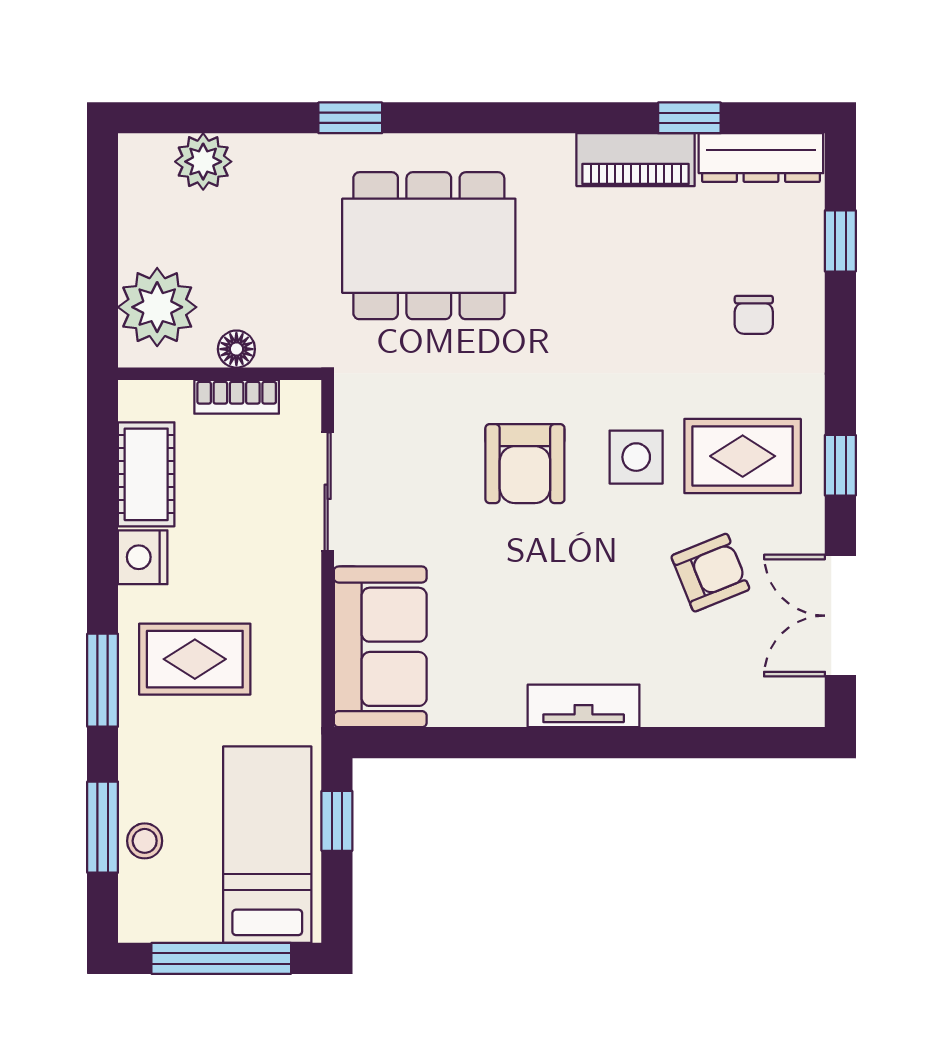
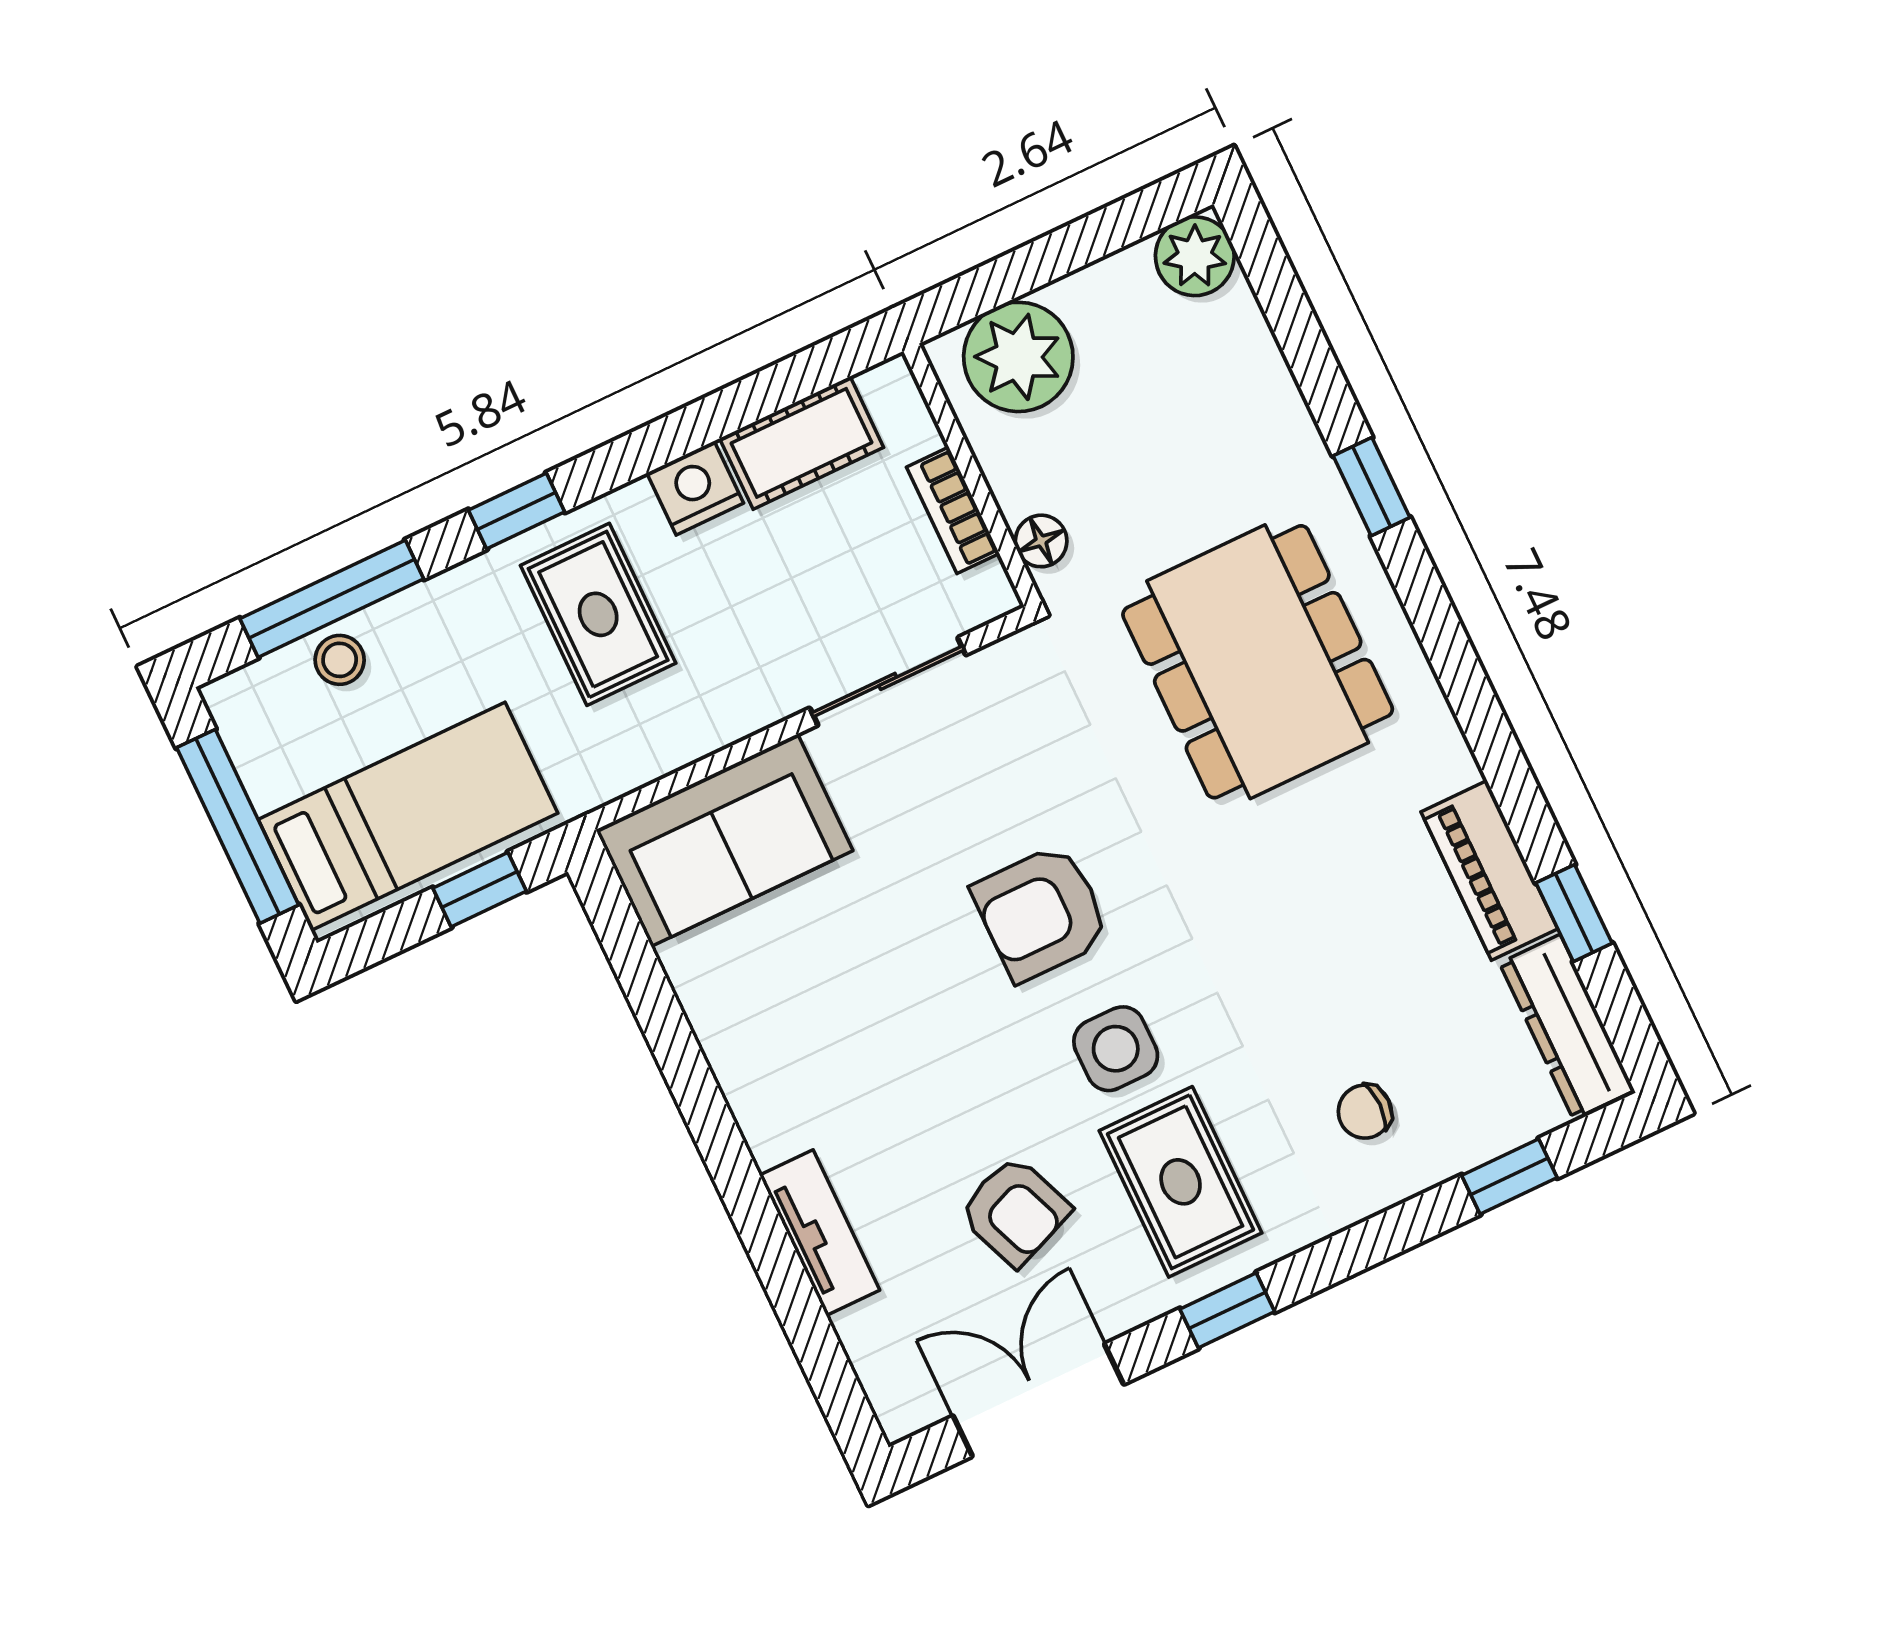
plant: (203, 162) -> (1195, 256), moved
floor lamp: (236, 349) -> (1041, 541), moved
window: (103, 680) -> (517, 511), width x0.67
tv unit: (584, 706) -> (820, 1233), moved
window: (103, 827) -> (332, 599), width x1.44

